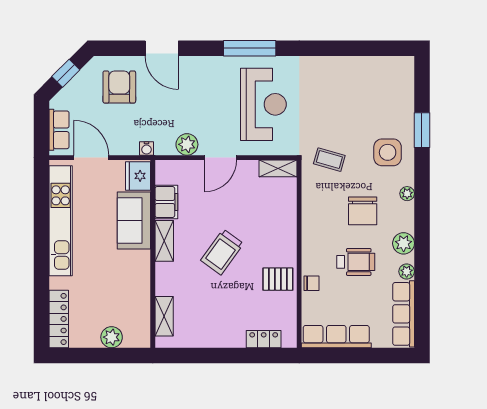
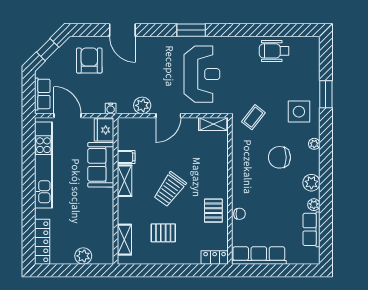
window: (250, 48) -> (191, 30), width x0.69
coffee table: (329, 160) -> (253, 117), turned -68
filing cabinet: (166, 202) -> (126, 157), width x0.50
chair: (363, 211) -> (279, 157), turned 90
wheelchair: (356, 262) -> (274, 51), moved, turned 180
pallet: (278, 279) -> (213, 211), turned 90
pallet: (214, 308) -> (163, 233), added
row of seats: (404, 314) -> (311, 229), width x0.68
locker: (264, 339) -> (215, 258), moved

